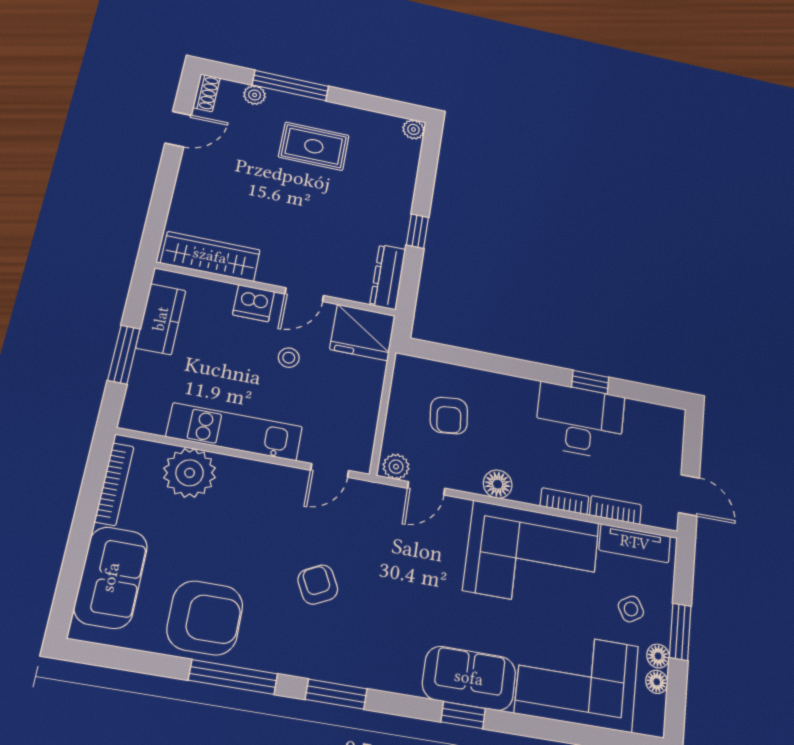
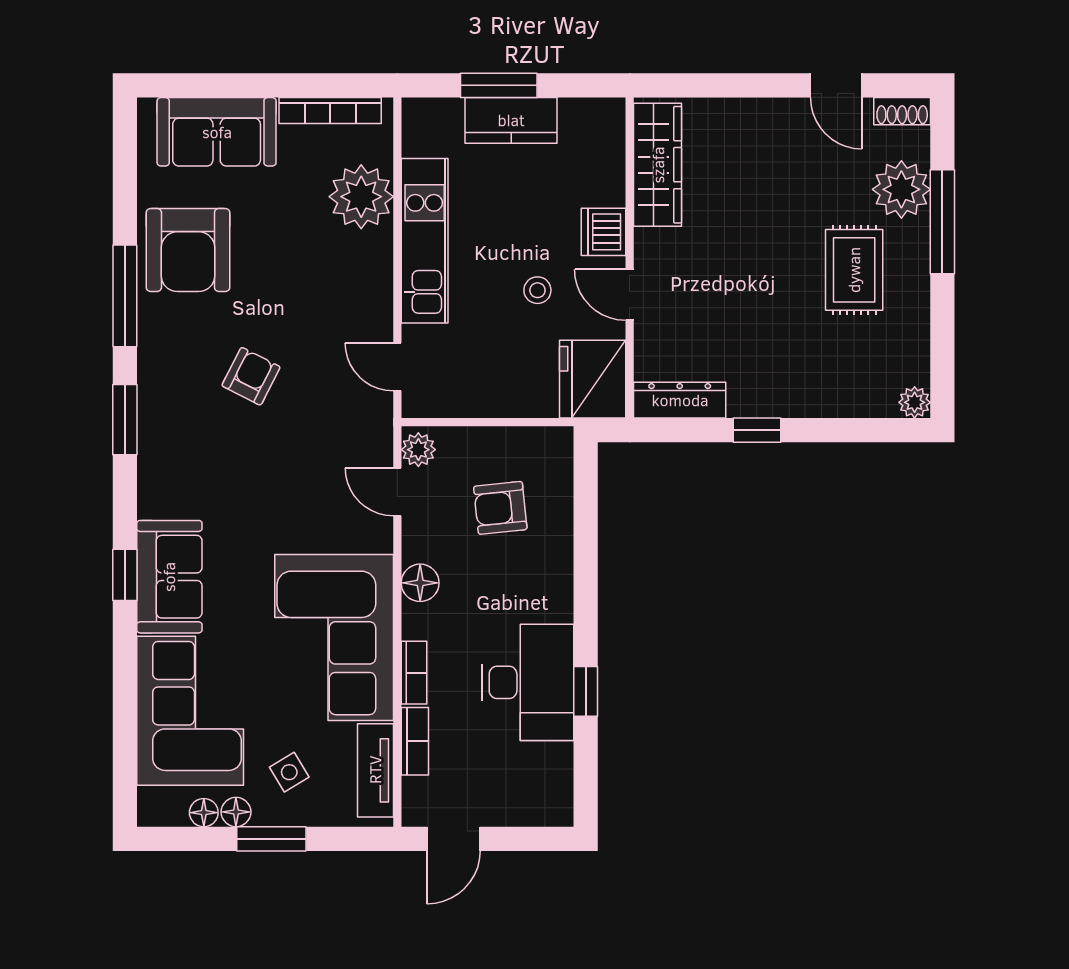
plant: (255, 95) -> (901, 189), width x1.88, depth x1.88
kitchen counter: (161, 319) -> (511, 120), moved
armchair: (318, 585) -> (251, 376), turned -36

